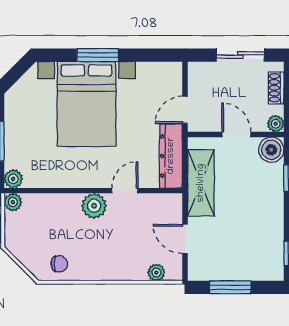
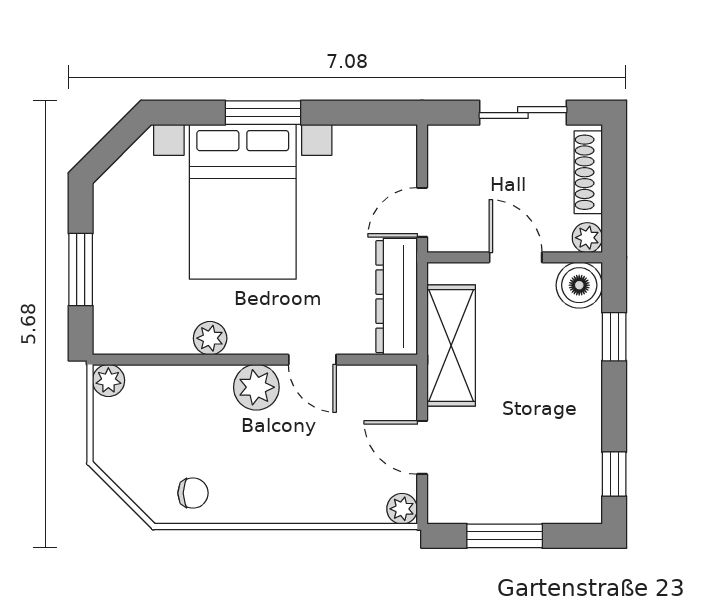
shoe rack: (276, 88) -> (588, 172), width x1.43
plant: (13, 179) -> (210, 338), moved
door: (125, 191) -> (312, 360), swing flipped
plant: (156, 273) -> (402, 509), moved

